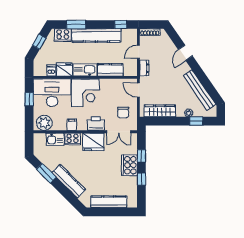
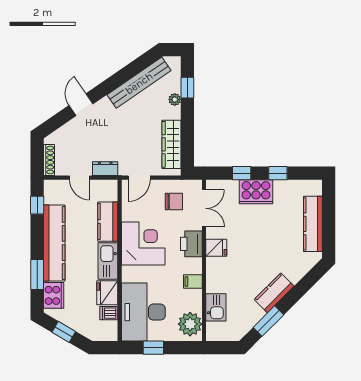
door: (185, 53) -> (81, 105), swing flipped
corner desk: (85, 93) -> (143, 243), moved
cooker: (73, 139) -> (215, 280), removed
fridge: (93, 142) -> (216, 248), width x0.53, depth x0.75
kitchen counter: (69, 181) -> (274, 293), width x0.67

